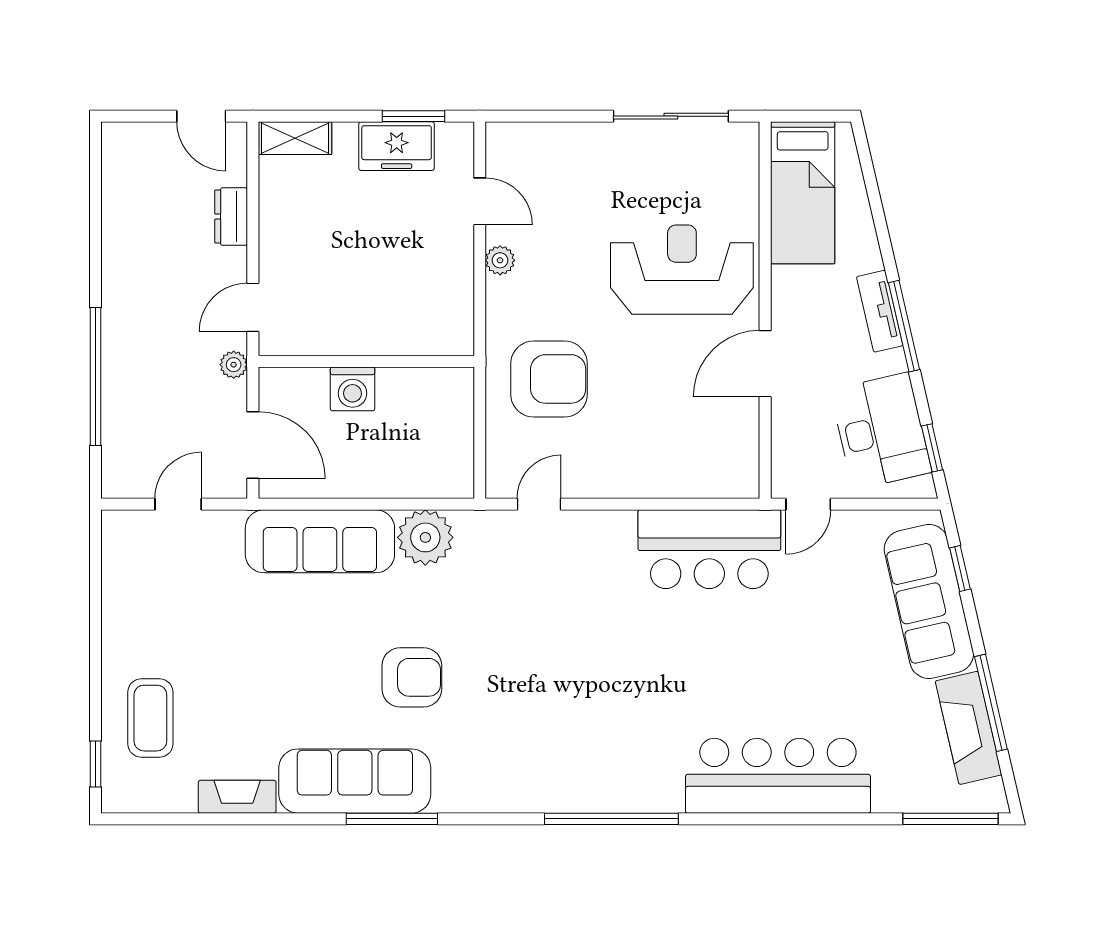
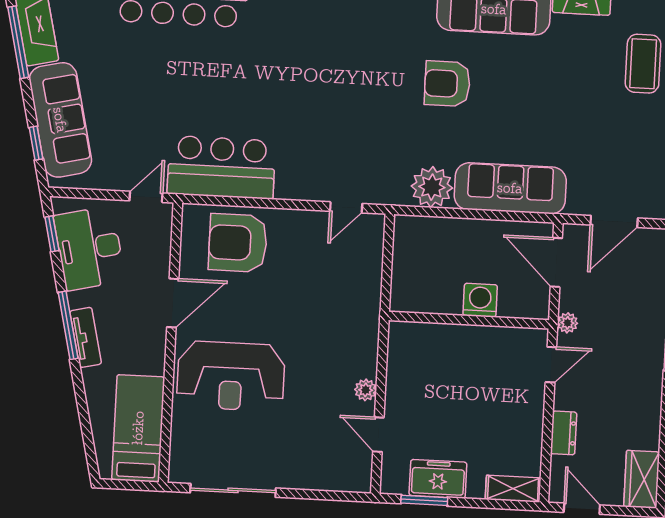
wardrobe: (123, 160) -> (642, 479), added
armchair: (549, 379) -> (238, 243), moved
door: (178, 504) -> (614, 221), width x1.38

